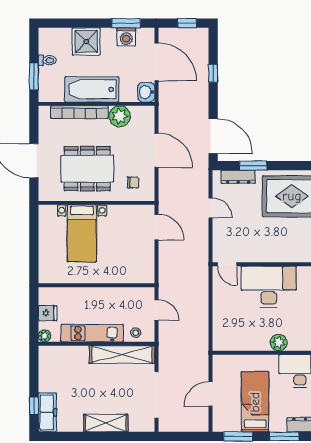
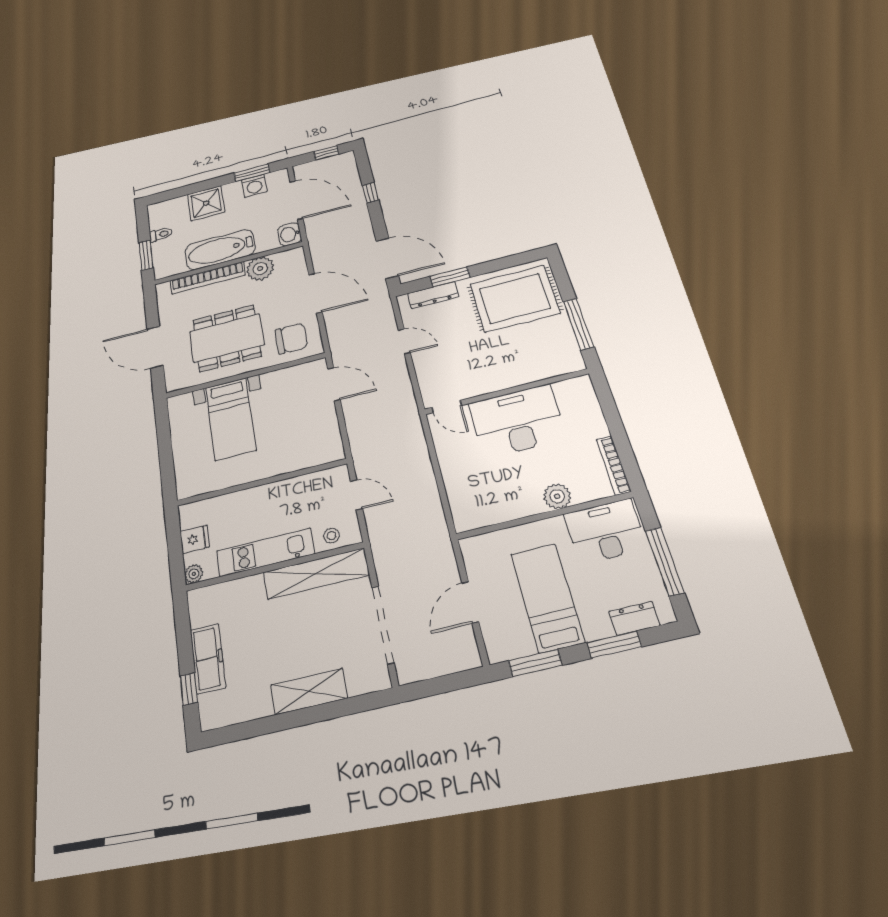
chair: (133, 183) -> (291, 338), width x1.87, depth x1.87
freezer: (47, 412) -> (208, 658), moved

